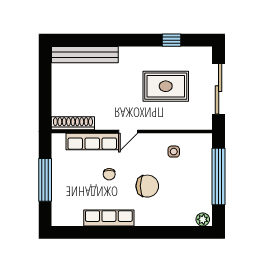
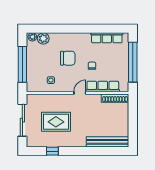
window: (45, 180) -> (133, 62), width x1.46
chair: (147, 186) -> (68, 58), turned 180
plant: (186, 217) -> (43, 38), added
row of seats: (109, 218) -> (107, 38), moved

